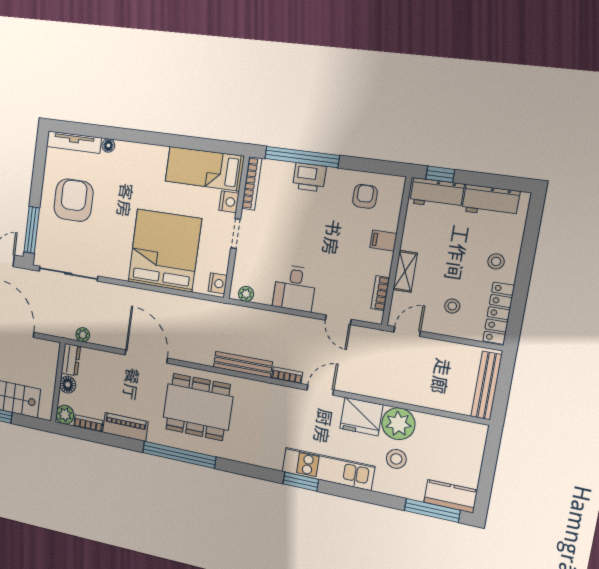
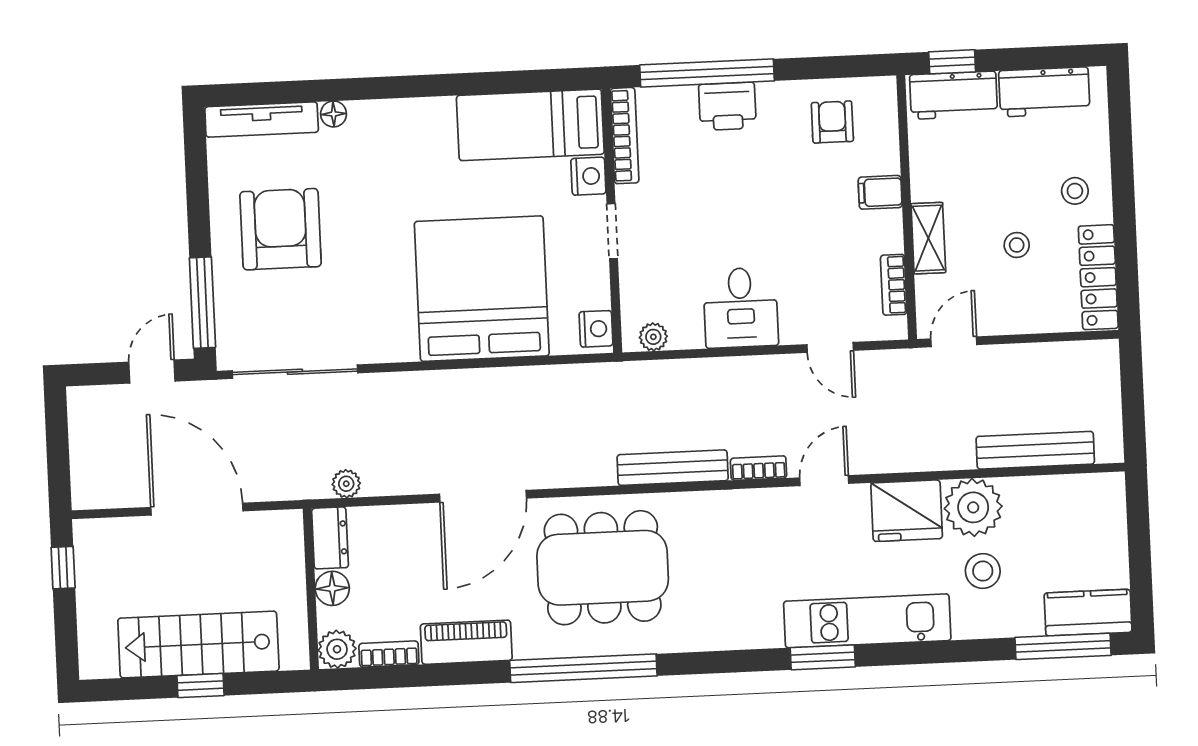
stool: (452, 306) -> (1017, 245), moved
door: (146, 356) -> (483, 496), swing flipped
bench: (486, 386) -> (1035, 450), moved, turned 90

